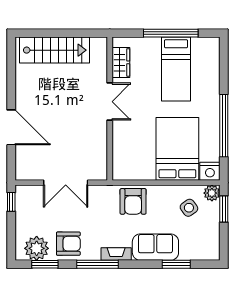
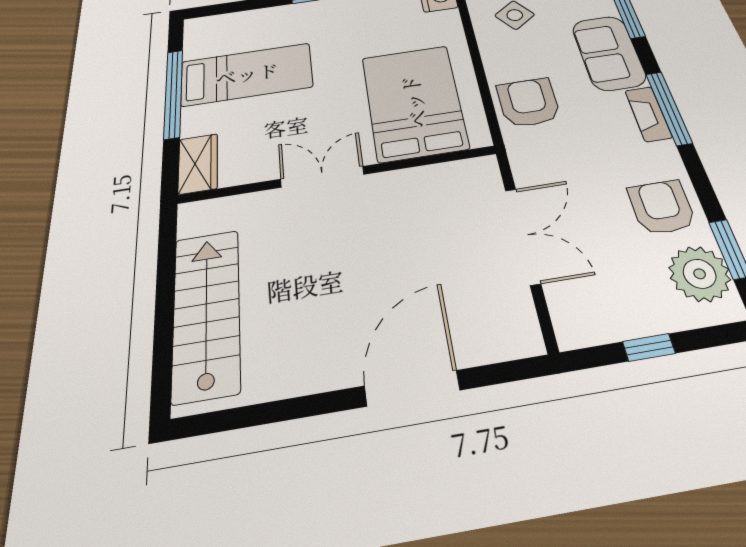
wardrobe: (121, 62) -> (198, 164), moved, turned 90
bed: (177, 149) -> (414, 102), moved, turned 90
armchair: (133, 201) -> (528, 102), turned -90
window: (11, 202) -> (649, 347), moved
window: (98, 264) -> (669, 108), moved

